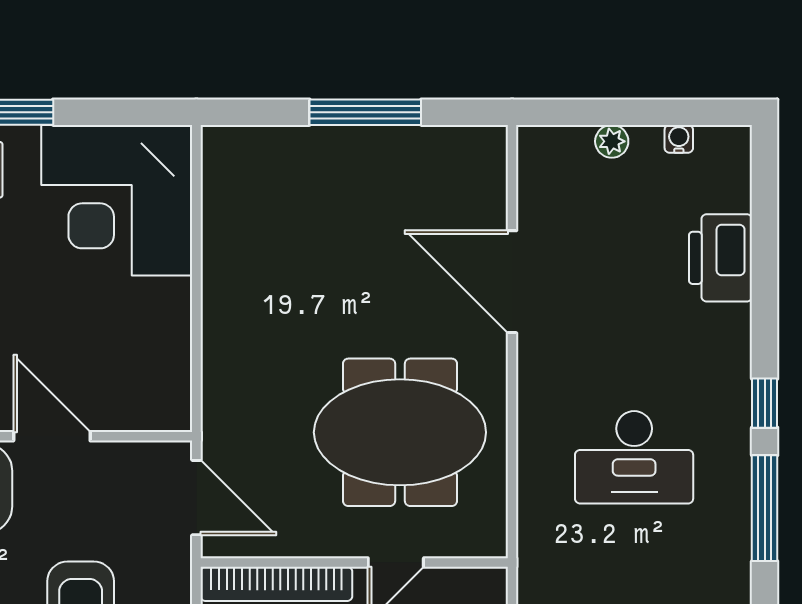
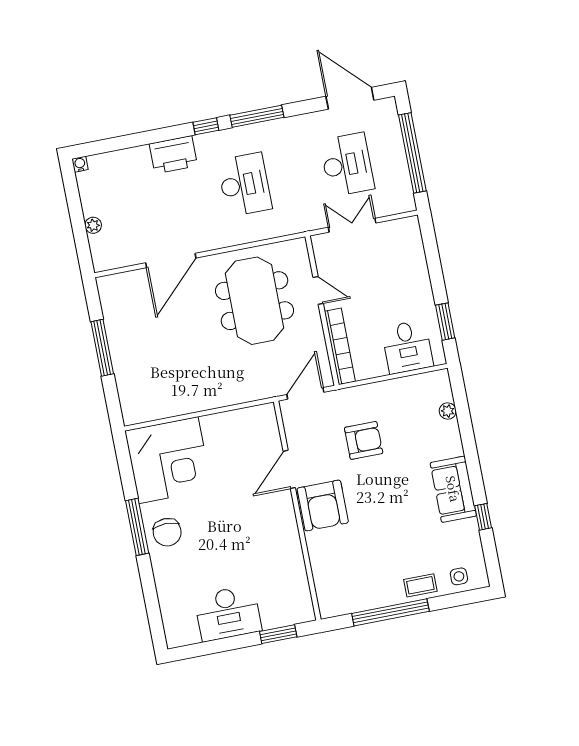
water cooler: (679, 139) -> (80, 164), moved, turned 90
printer: (721, 258) -> (173, 155), moved

